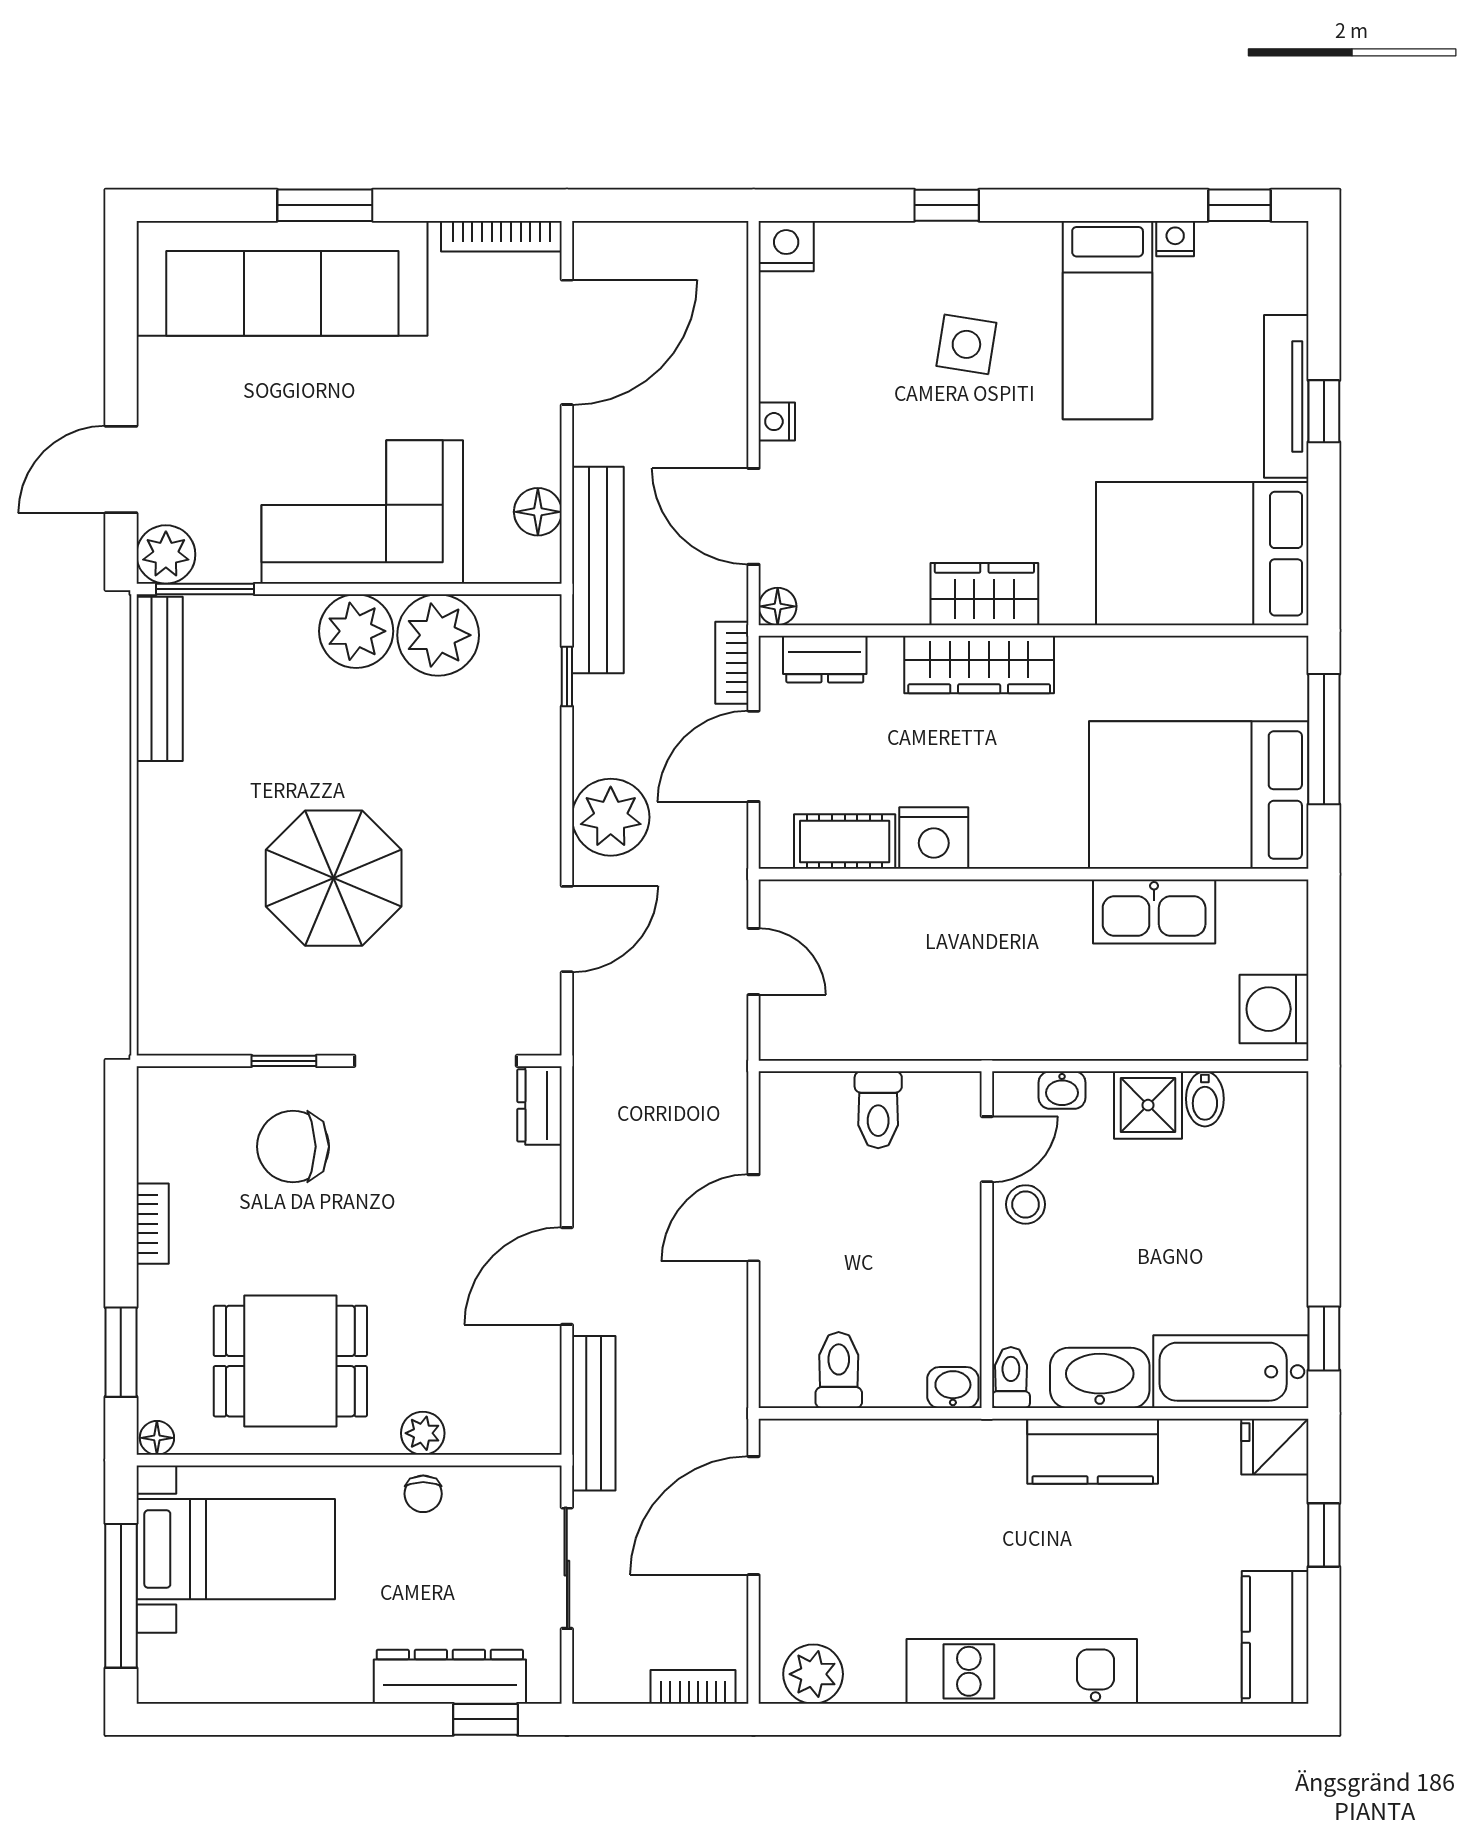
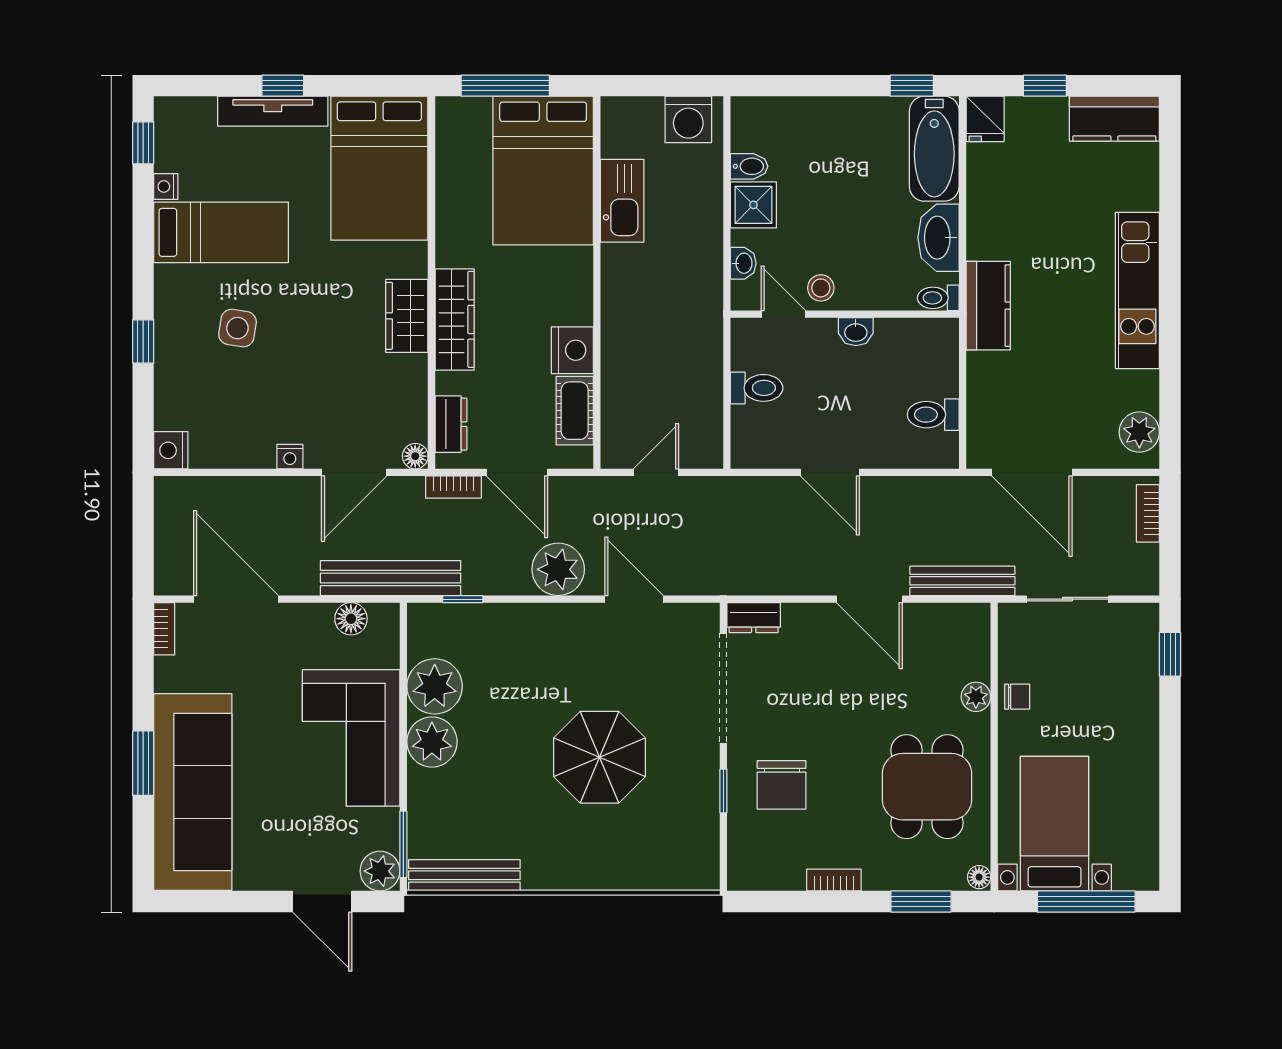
bookcase: (501, 236) -> (164, 629), width x0.64
washbasin: (953, 1388) -> (856, 332), moved, turned -90
kitchen counter: (1093, 1451) -> (988, 306), moved
dresser: (450, 1677) -> (1141, 678), removed

